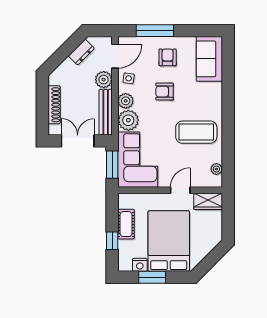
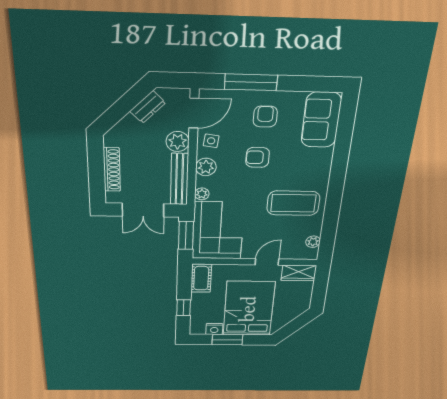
plant: (128, 120) -> (202, 194), width x0.53, depth x0.53
double door: (78, 141) -> (143, 210), swing flipped
cot: (126, 224) -> (201, 278), moved

